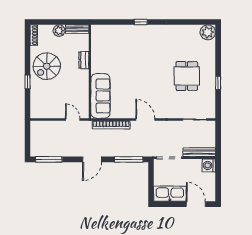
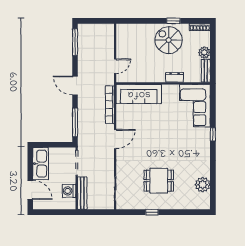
plant: (208, 32) -> (203, 185), moved
corner sofa: (112, 40) -> (195, 106), added
window: (28, 82) -> (173, 21), moved
washing machine: (209, 165) -> (69, 191), moved, turned -90
door: (196, 204) -> (30, 190), hinge flipped

